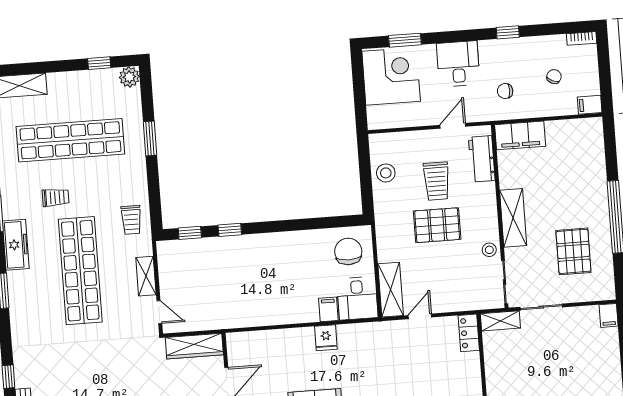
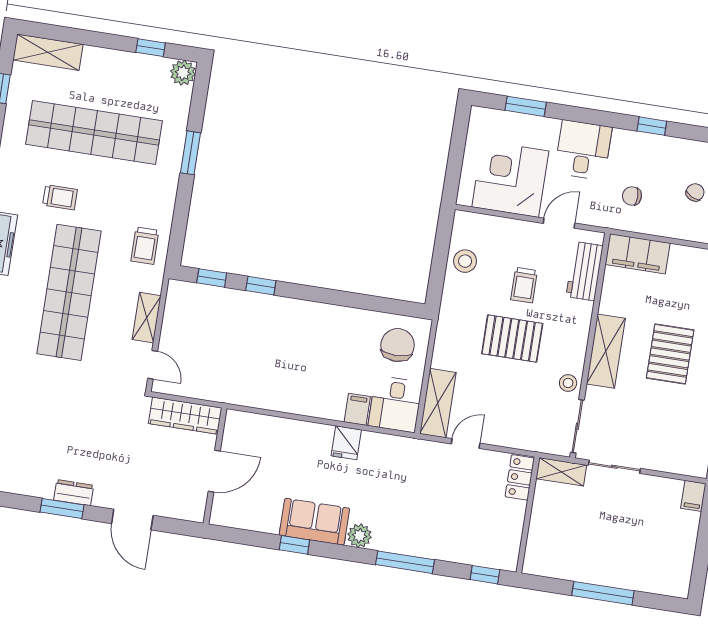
corner desk: (391, 76) -> (510, 179), moved, turned -90
trolley: (437, 181) -> (524, 285), width x0.73, depth x0.72
pallet: (573, 251) -> (670, 354), moved

